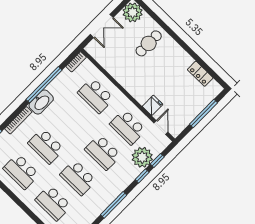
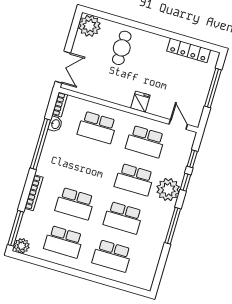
double door: (102, 26) -> (63, 67), moved
locker: (200, 74) -> (189, 50), width x1.53
washbasin: (41, 102) -> (55, 124), moved, width x0.52, depth x0.69
fridge: (153, 105) -> (140, 102), moved
plant: (142, 157) -> (168, 189), moved

